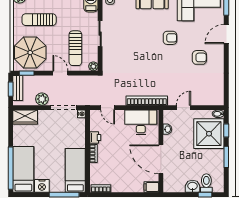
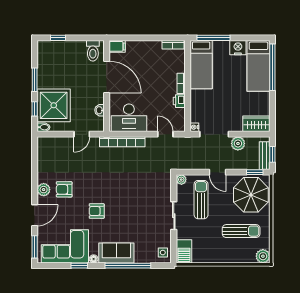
plant: (218, 57) -> (44, 190), added
toilet: (206, 183) -> (93, 51), moved
washbasin: (193, 186) -> (72, 47), removed

